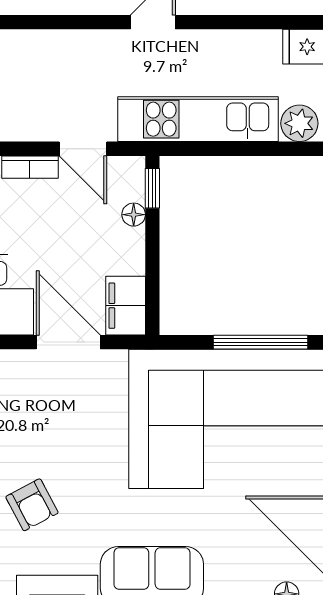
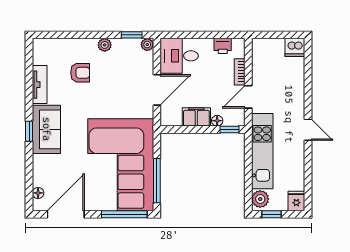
filing cabinet: (126, 306) -> (196, 117), moved
armchair: (32, 505) -> (80, 73), turned -152

